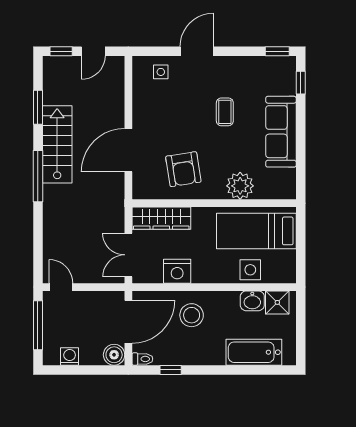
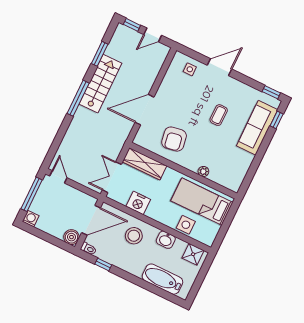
sofa: (281, 132) -> (257, 128), moved
plant: (240, 186) -> (203, 171), width x0.53, depth x0.53
washbasin: (252, 301) -> (166, 240), moved
washing machine: (70, 356) -> (31, 219), moved

